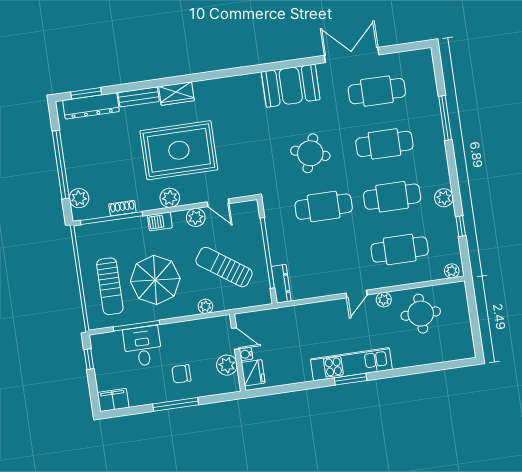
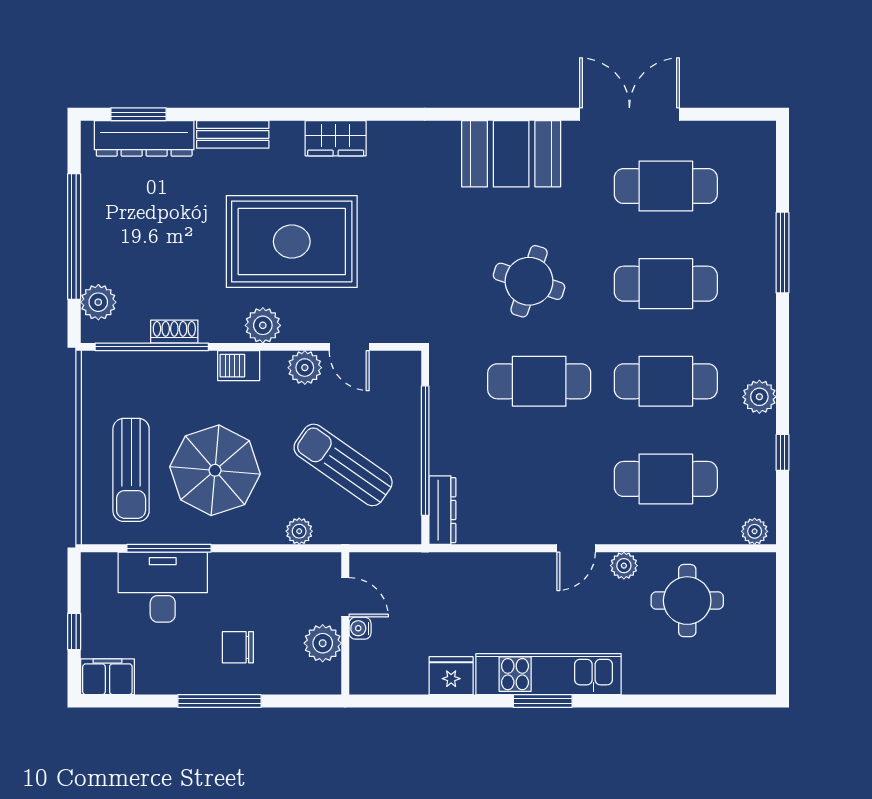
wardrobe: (176, 94) -> (336, 138), moved
desk: (143, 346) -> (163, 587), width x1.37
window: (89, 359) -> (74, 632), moved
fridge: (253, 373) -> (451, 676), moved, turned -90

